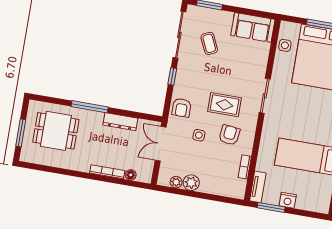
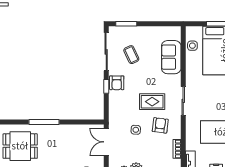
sofa: (253, 27) -> (171, 57), moved, turned 90
sliding door: (265, 96) -> (183, 101), moved
armchair: (182, 108) -> (117, 83), moved
dresser: (120, 122) -> (71, 130), removed

